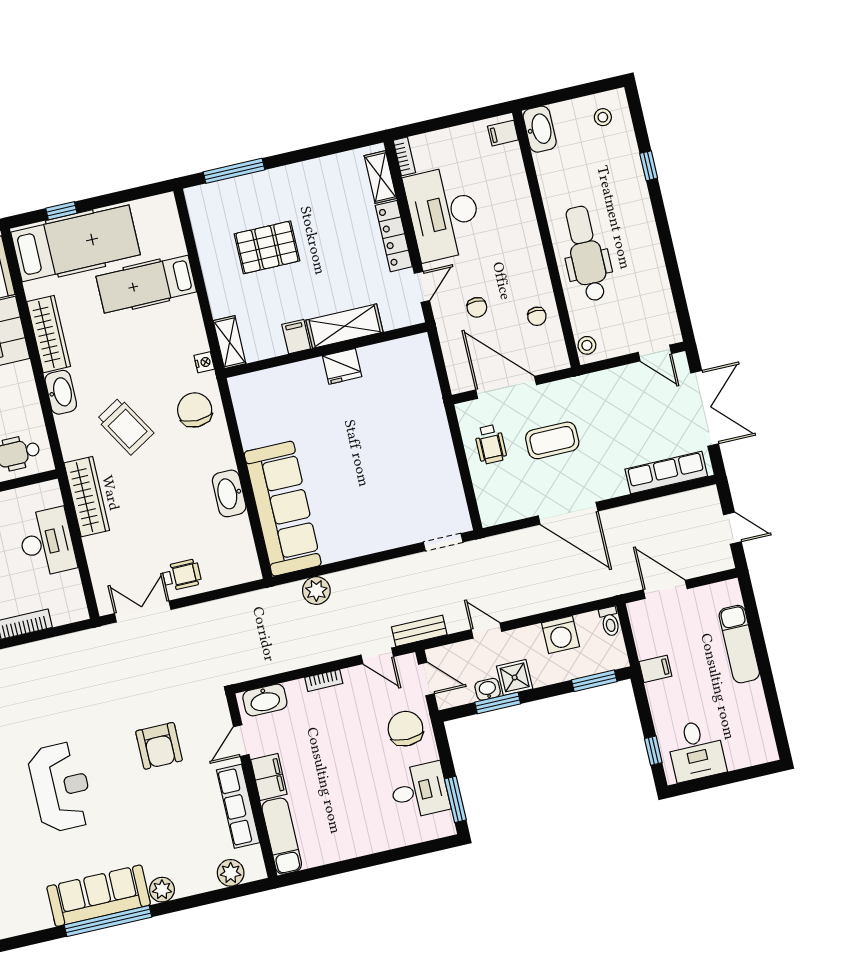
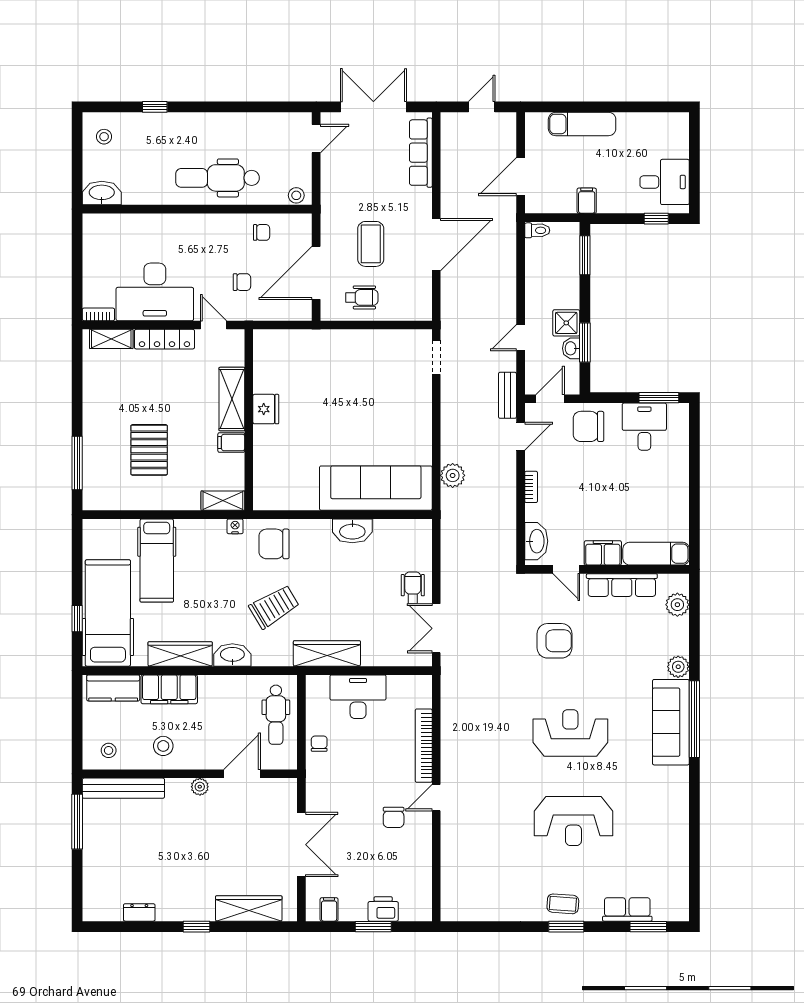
filing cabinet: (503, 133) -> (98, 225), removed
washing machine: (561, 635) -> (539, 275), removed

